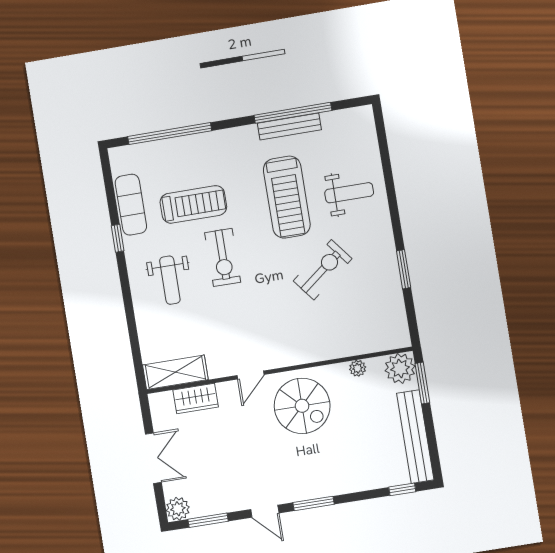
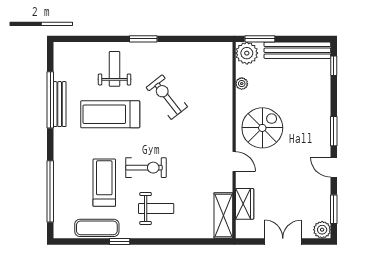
treadmill: (287, 197) -> (110, 114), turned 180
window: (404, 269) -> (143, 39), moved
door: (265, 511) -> (334, 167), swing flipped

